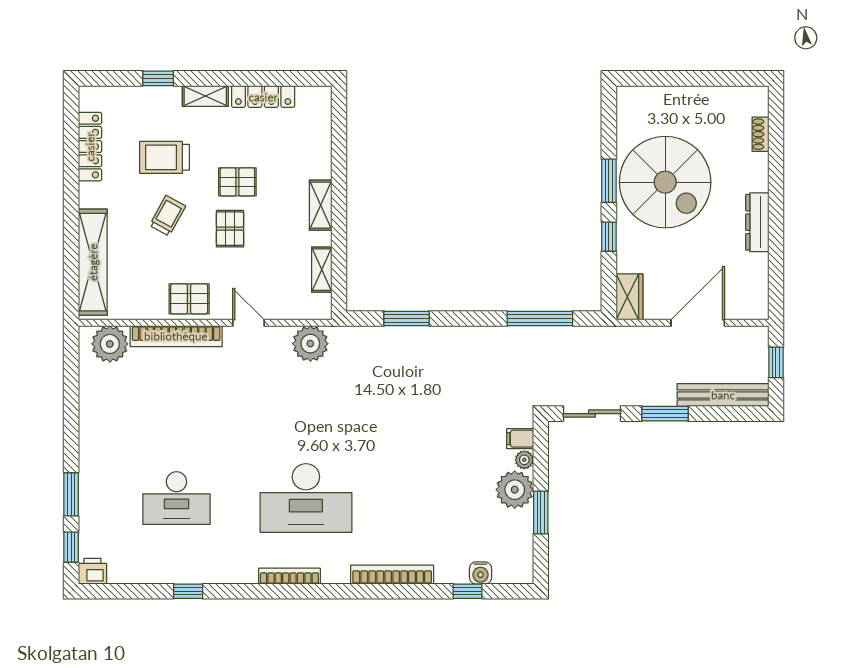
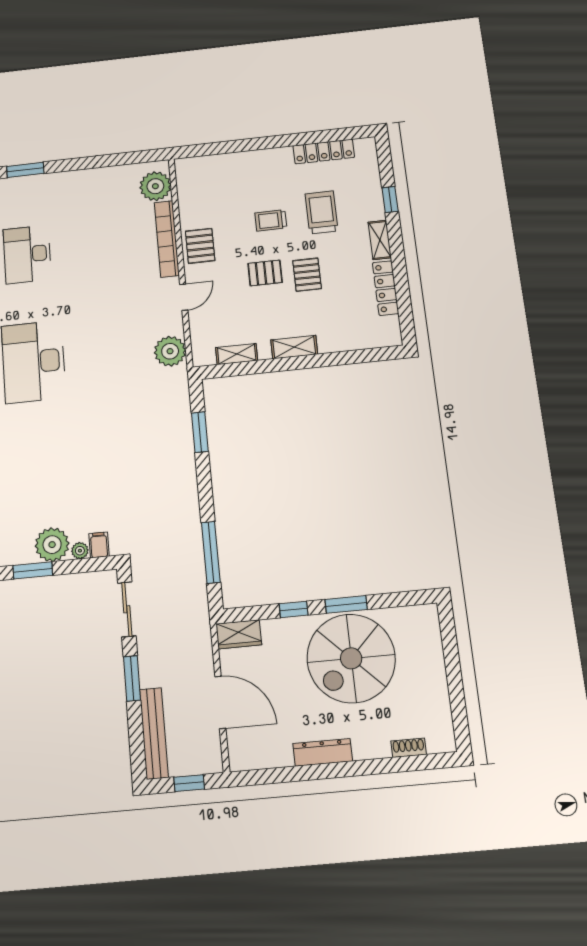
trolley: (168, 216) -> (271, 220), turned 151
shelving: (93, 262) -> (224, 165), removed

